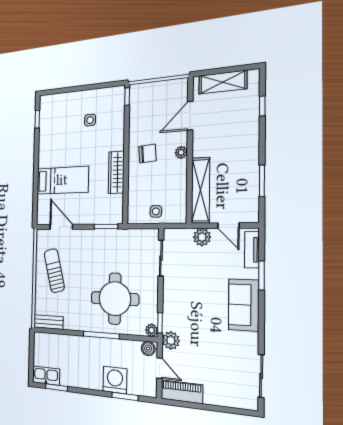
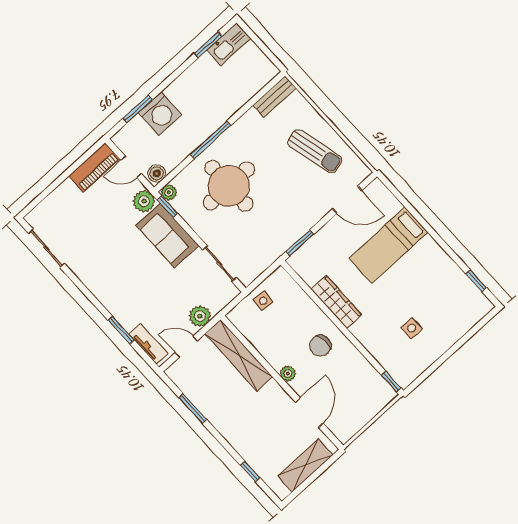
sofa: (244, 305) -> (167, 235), moved, turned 180

